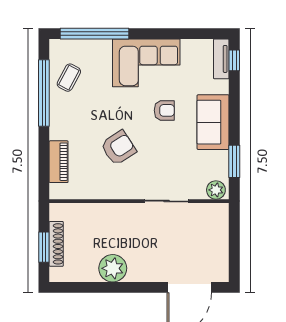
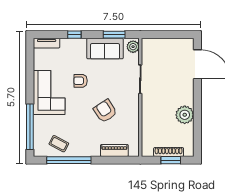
window: (234, 60) -> (74, 35), moved
armchair: (164, 110) -> (81, 81), turned -90
sofa: (213, 122) -> (105, 49), moved

